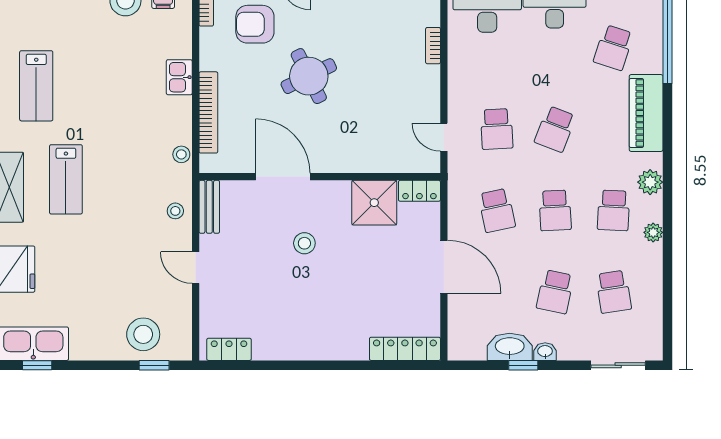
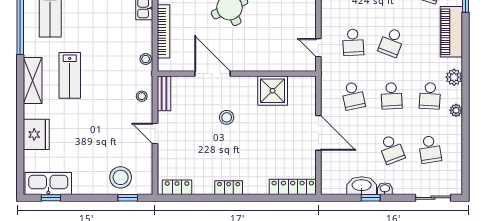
locker: (419, 191) -> (229, 188), moved, turned 180
school desk: (555, 292) -> (392, 149), turned -33

